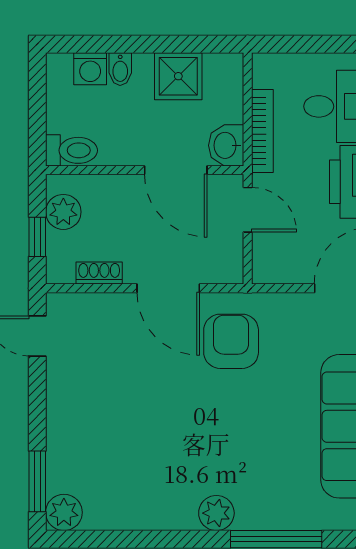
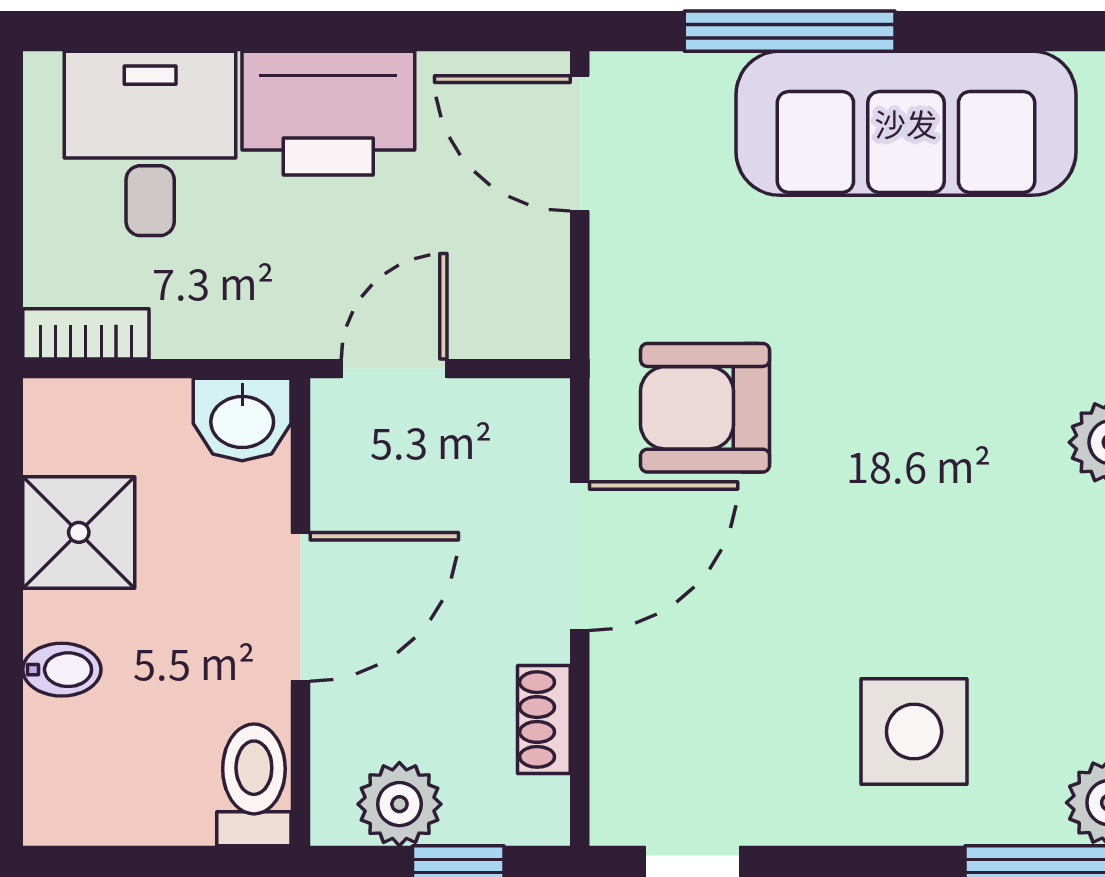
washing machine: (90, 69) -> (61, 741), removed
bookcase: (262, 131) -> (86, 334), moved, width x0.64
door: (176, 170) -> (301, 607), moved
side table: (94, 430) -> (914, 732), added

